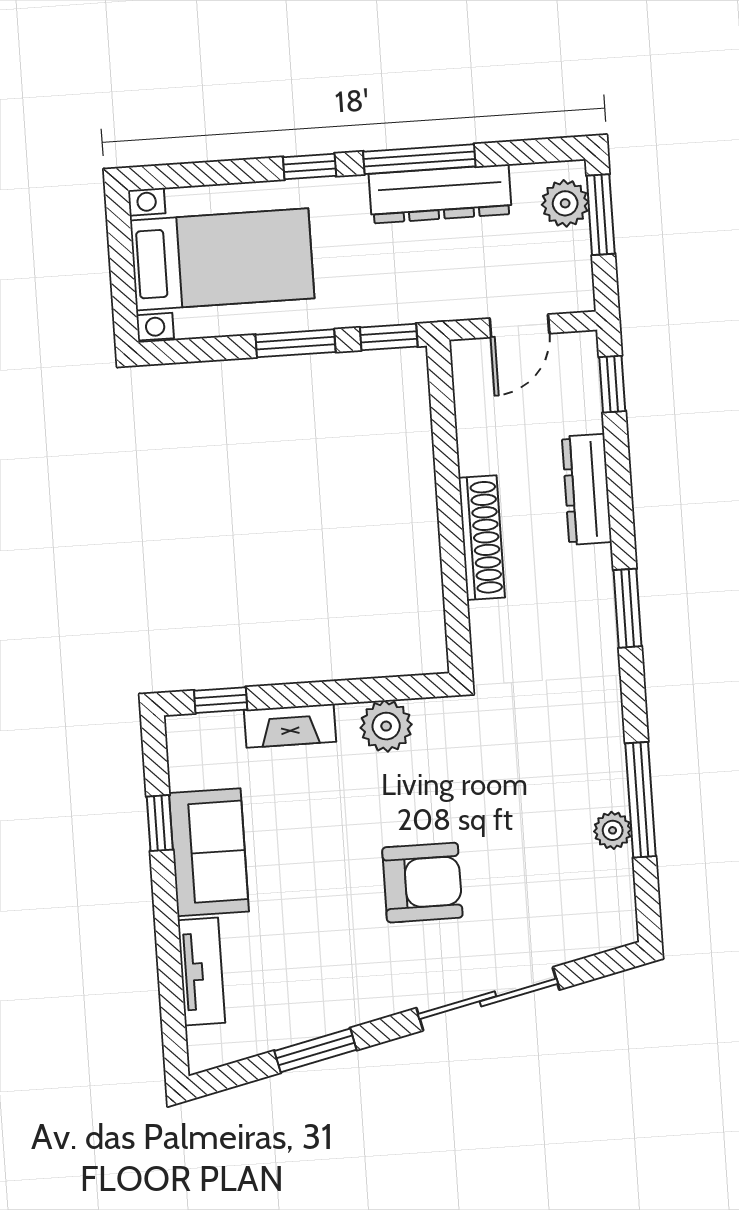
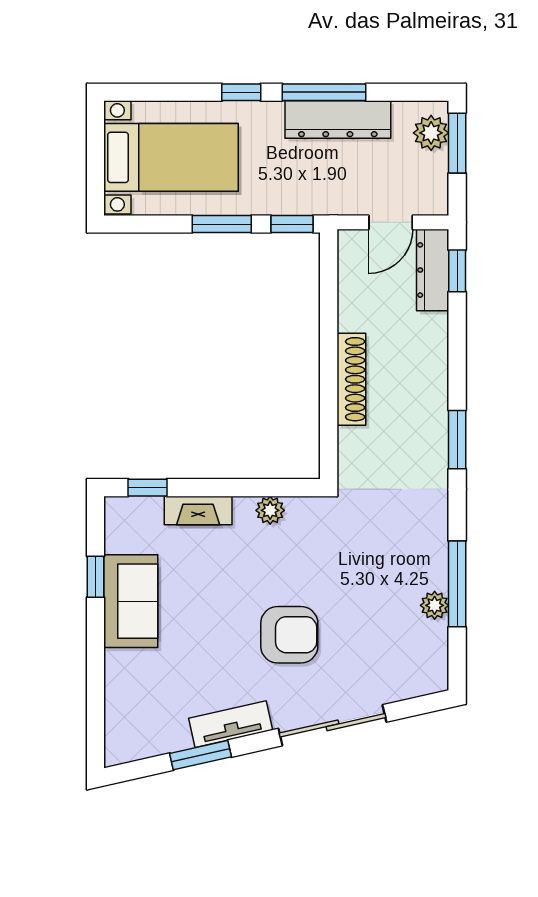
dresser: (587, 489) -> (433, 270), moved
plant: (386, 726) -> (270, 510), width x0.73, depth x0.73
tv unit: (201, 971) -> (231, 724), moved, turned -103

